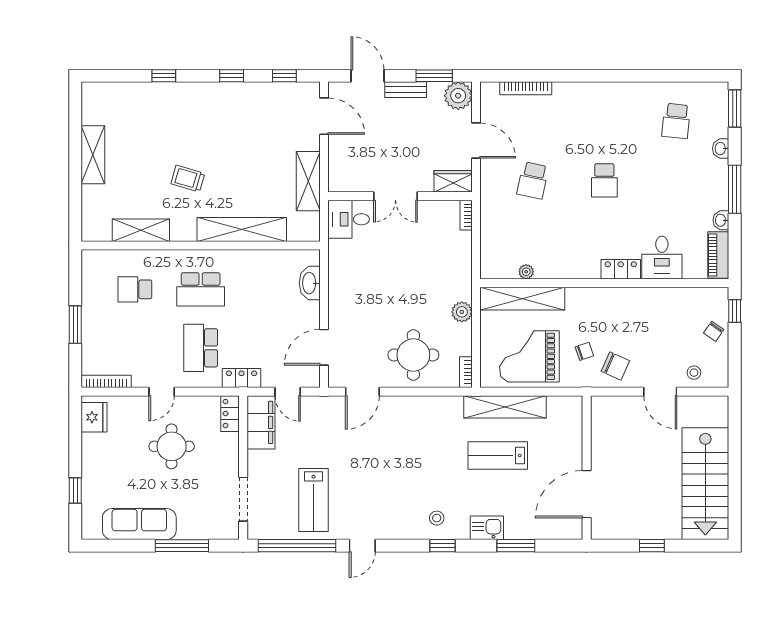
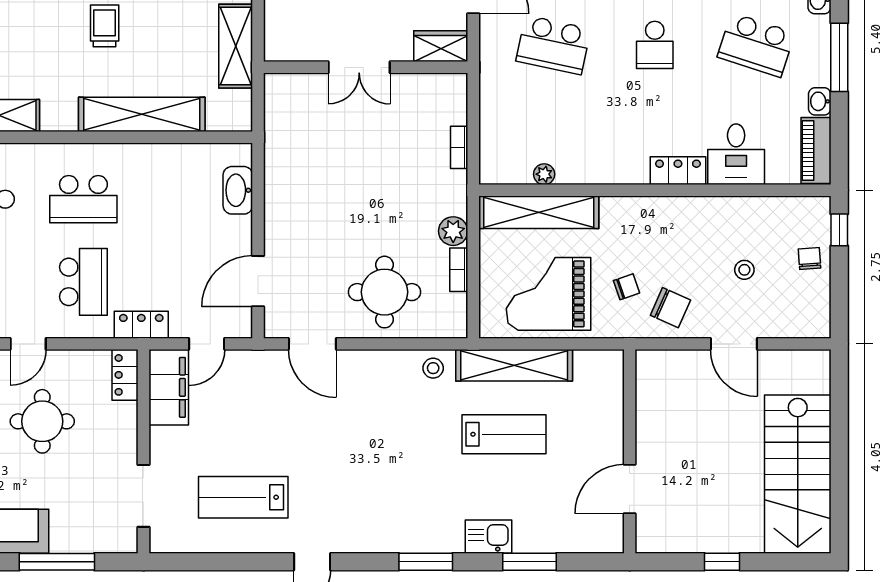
trolley: (188, 179) -> (105, 26), moved, turned 74
school desk: (533, 180) -> (553, 45), width x1.85
school desk: (676, 180) -> (756, 45), added
bookcase: (466, 215) -> (459, 147), moved
desk: (349, 219) -> (293, 100), removed
chair: (714, 331) -> (809, 259), turned 141
school desk: (201, 348) -> (83, 282), turned 180
bookcase: (466, 372) -> (459, 270), moved
stool: (694, 373) -> (744, 270), moved
door: (288, 392) -> (207, 344), hinge flipped
door: (362, 392) -> (312, 344), hinge flipped
lab bench: (498, 455) -> (504, 434), turned 180
door: (587, 494) -> (630, 489), width x0.73
lab bench: (313, 500) -> (243, 497), turned 90
stool: (437, 518) -> (433, 368), moved
window: (297, 546) -> (220, 562), removed
window: (442, 546) -> (426, 562), width x1.50

